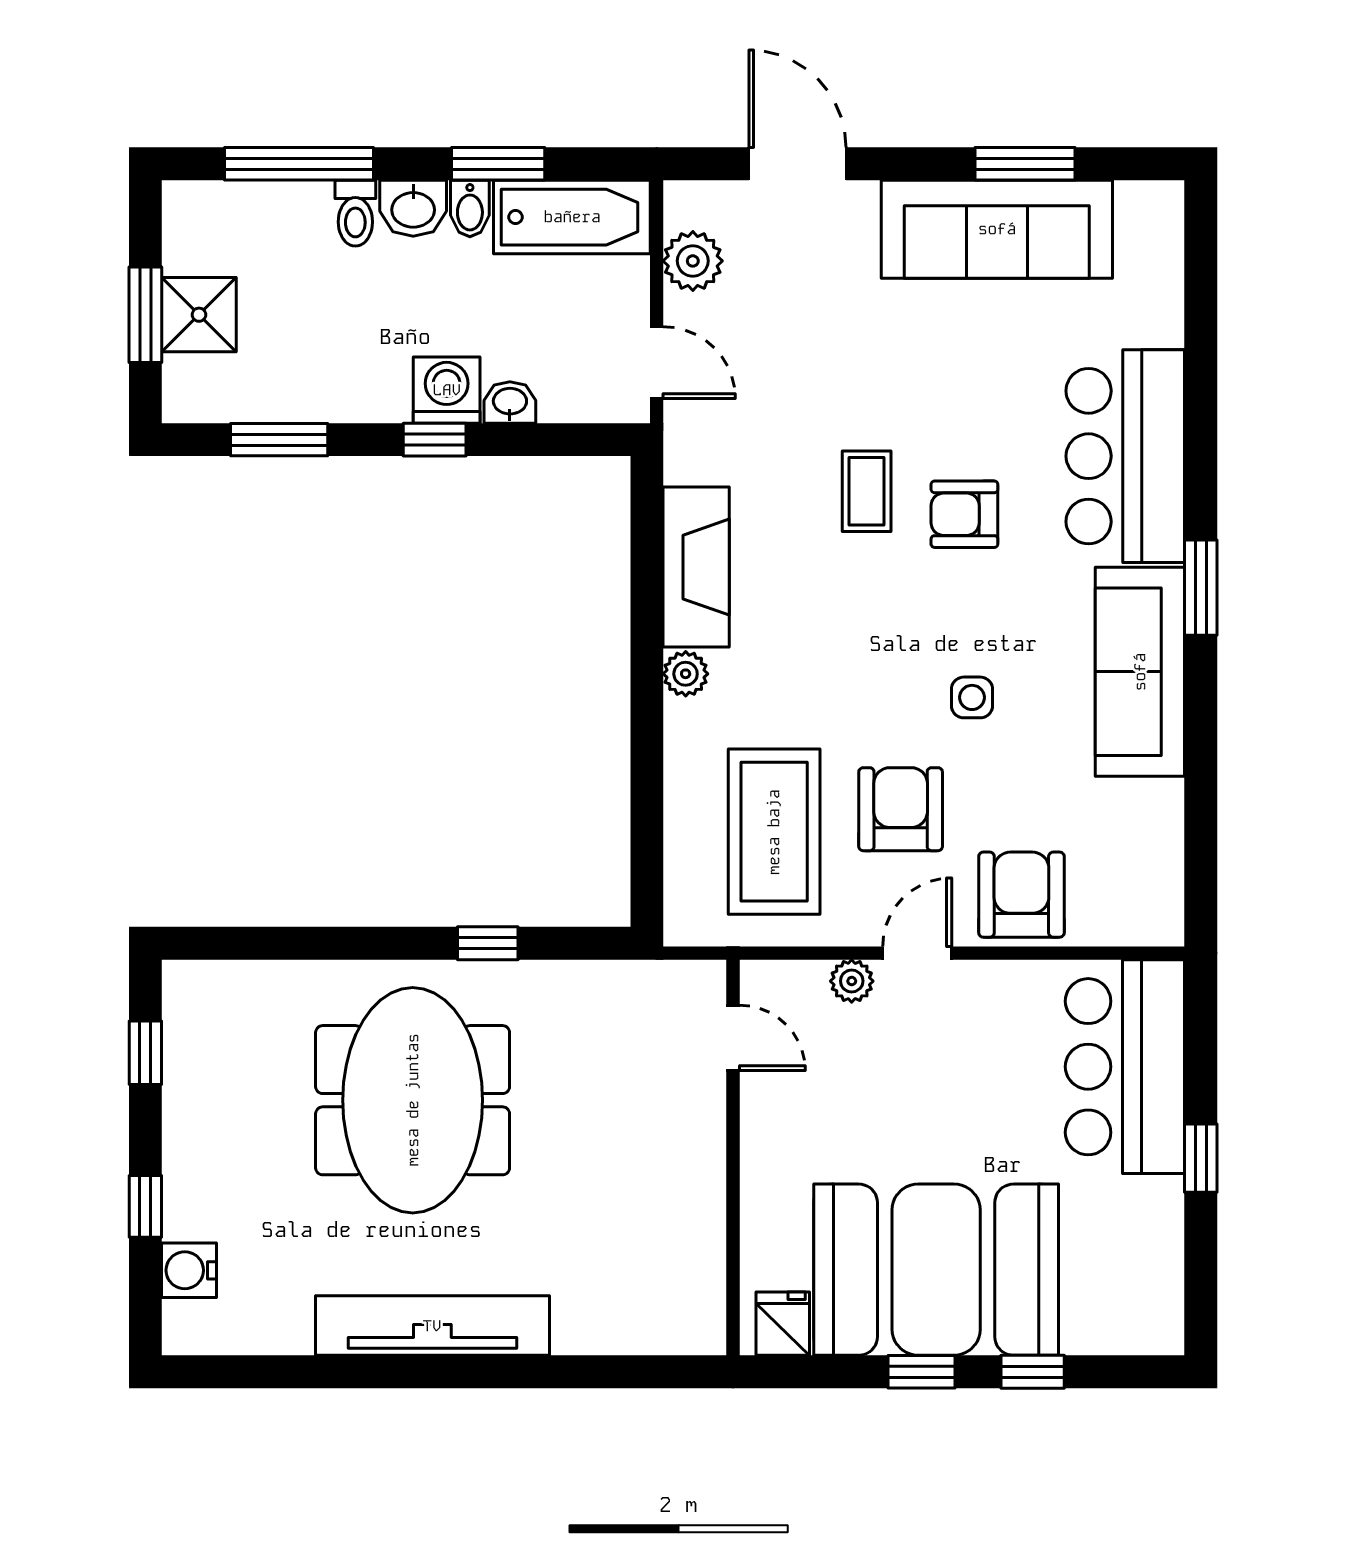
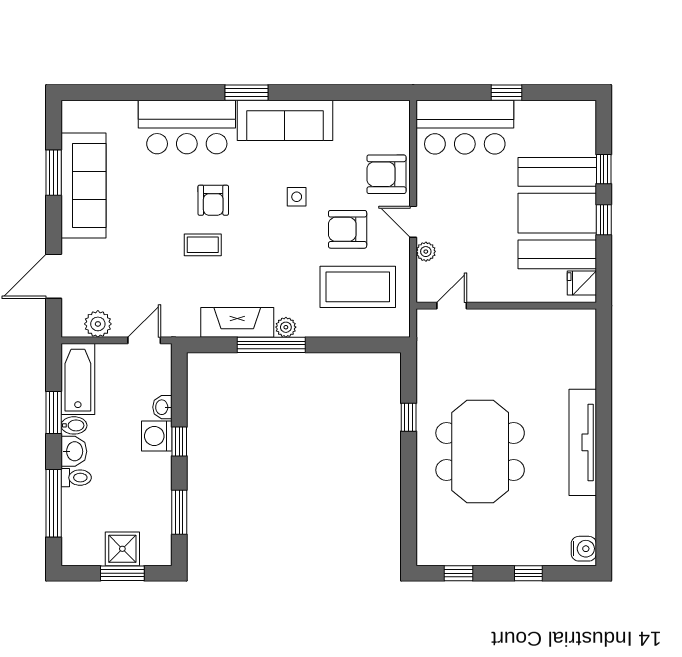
window: (647, 642) -> (271, 345), added
meeting table: (413, 1100) -> (480, 452), turned 90
water cooler: (189, 1270) -> (584, 549), moved, turned -90

